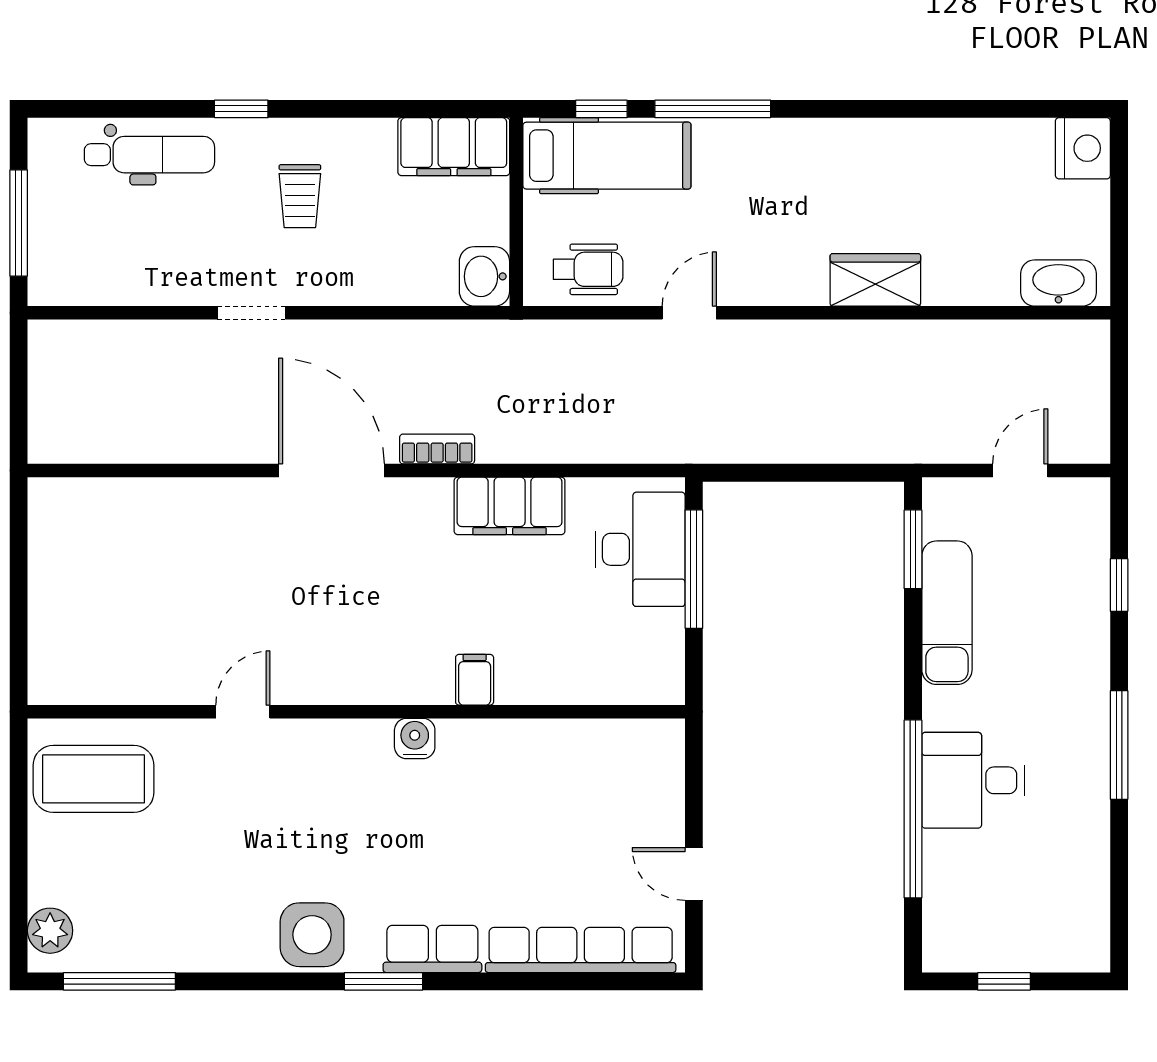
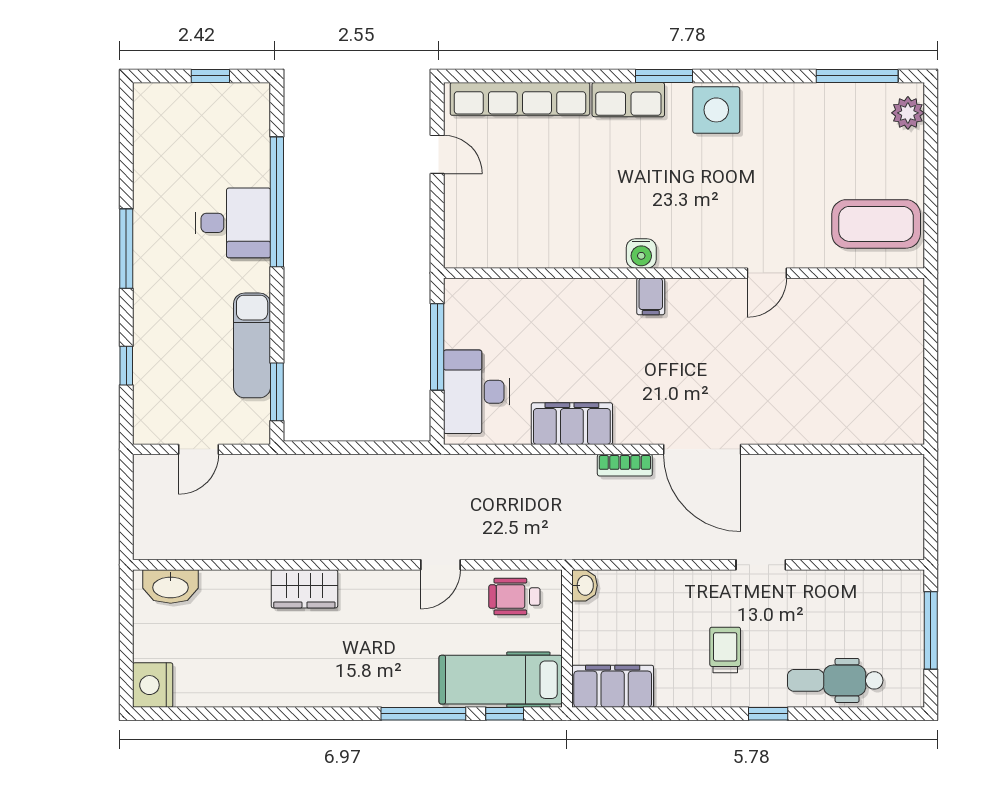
washbasin: (484, 276) -> (585, 585), width x0.72, depth x0.69
window: (694, 569) -> (437, 347), moved
filing cabinet: (475, 680) -> (651, 296), moved

